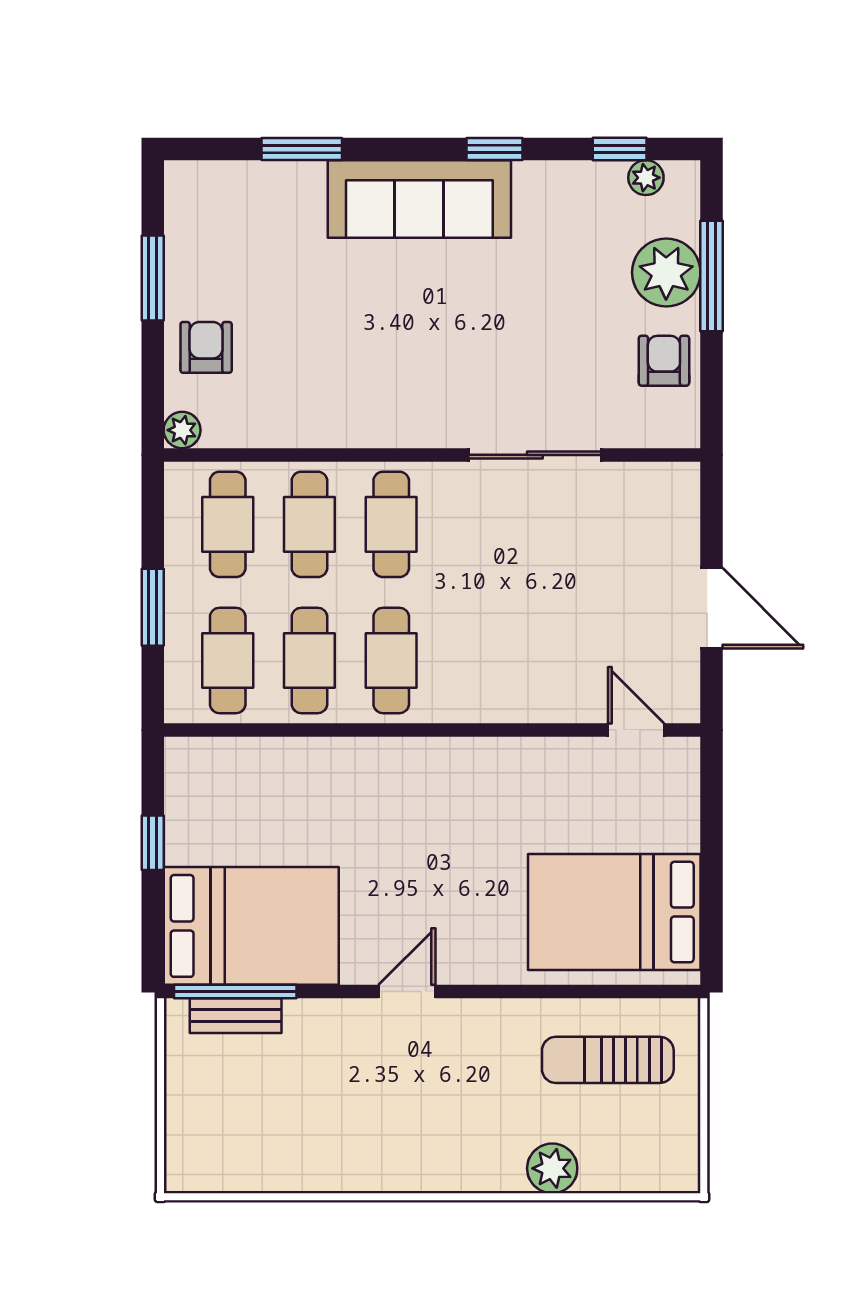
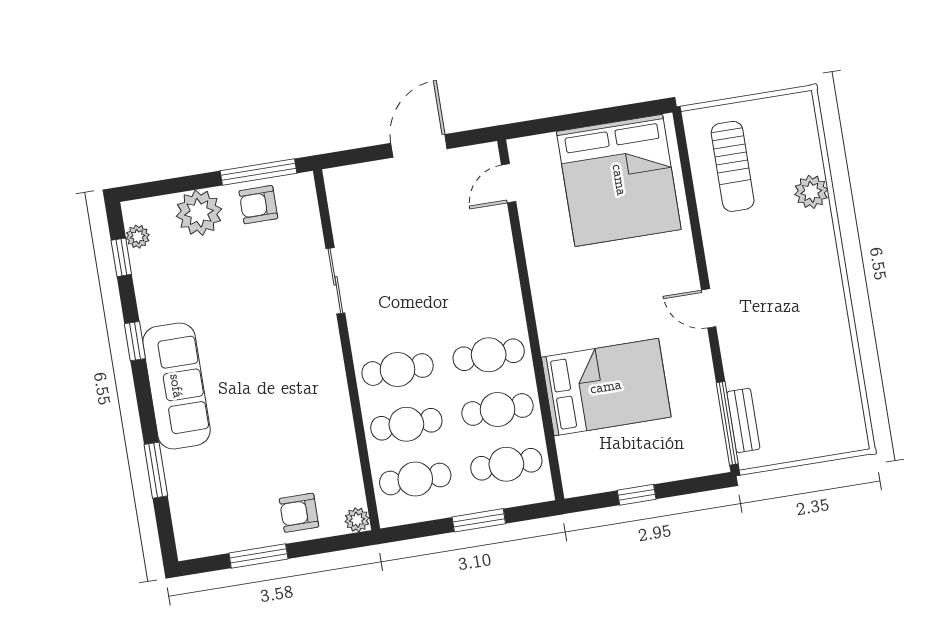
window: (711, 276) -> (259, 172), moved
sliding door: (535, 455) -> (335, 281), width x0.73
bed: (614, 912) -> (619, 180), width x1.36
bed: (251, 926) -> (606, 387), moved, turned 90

